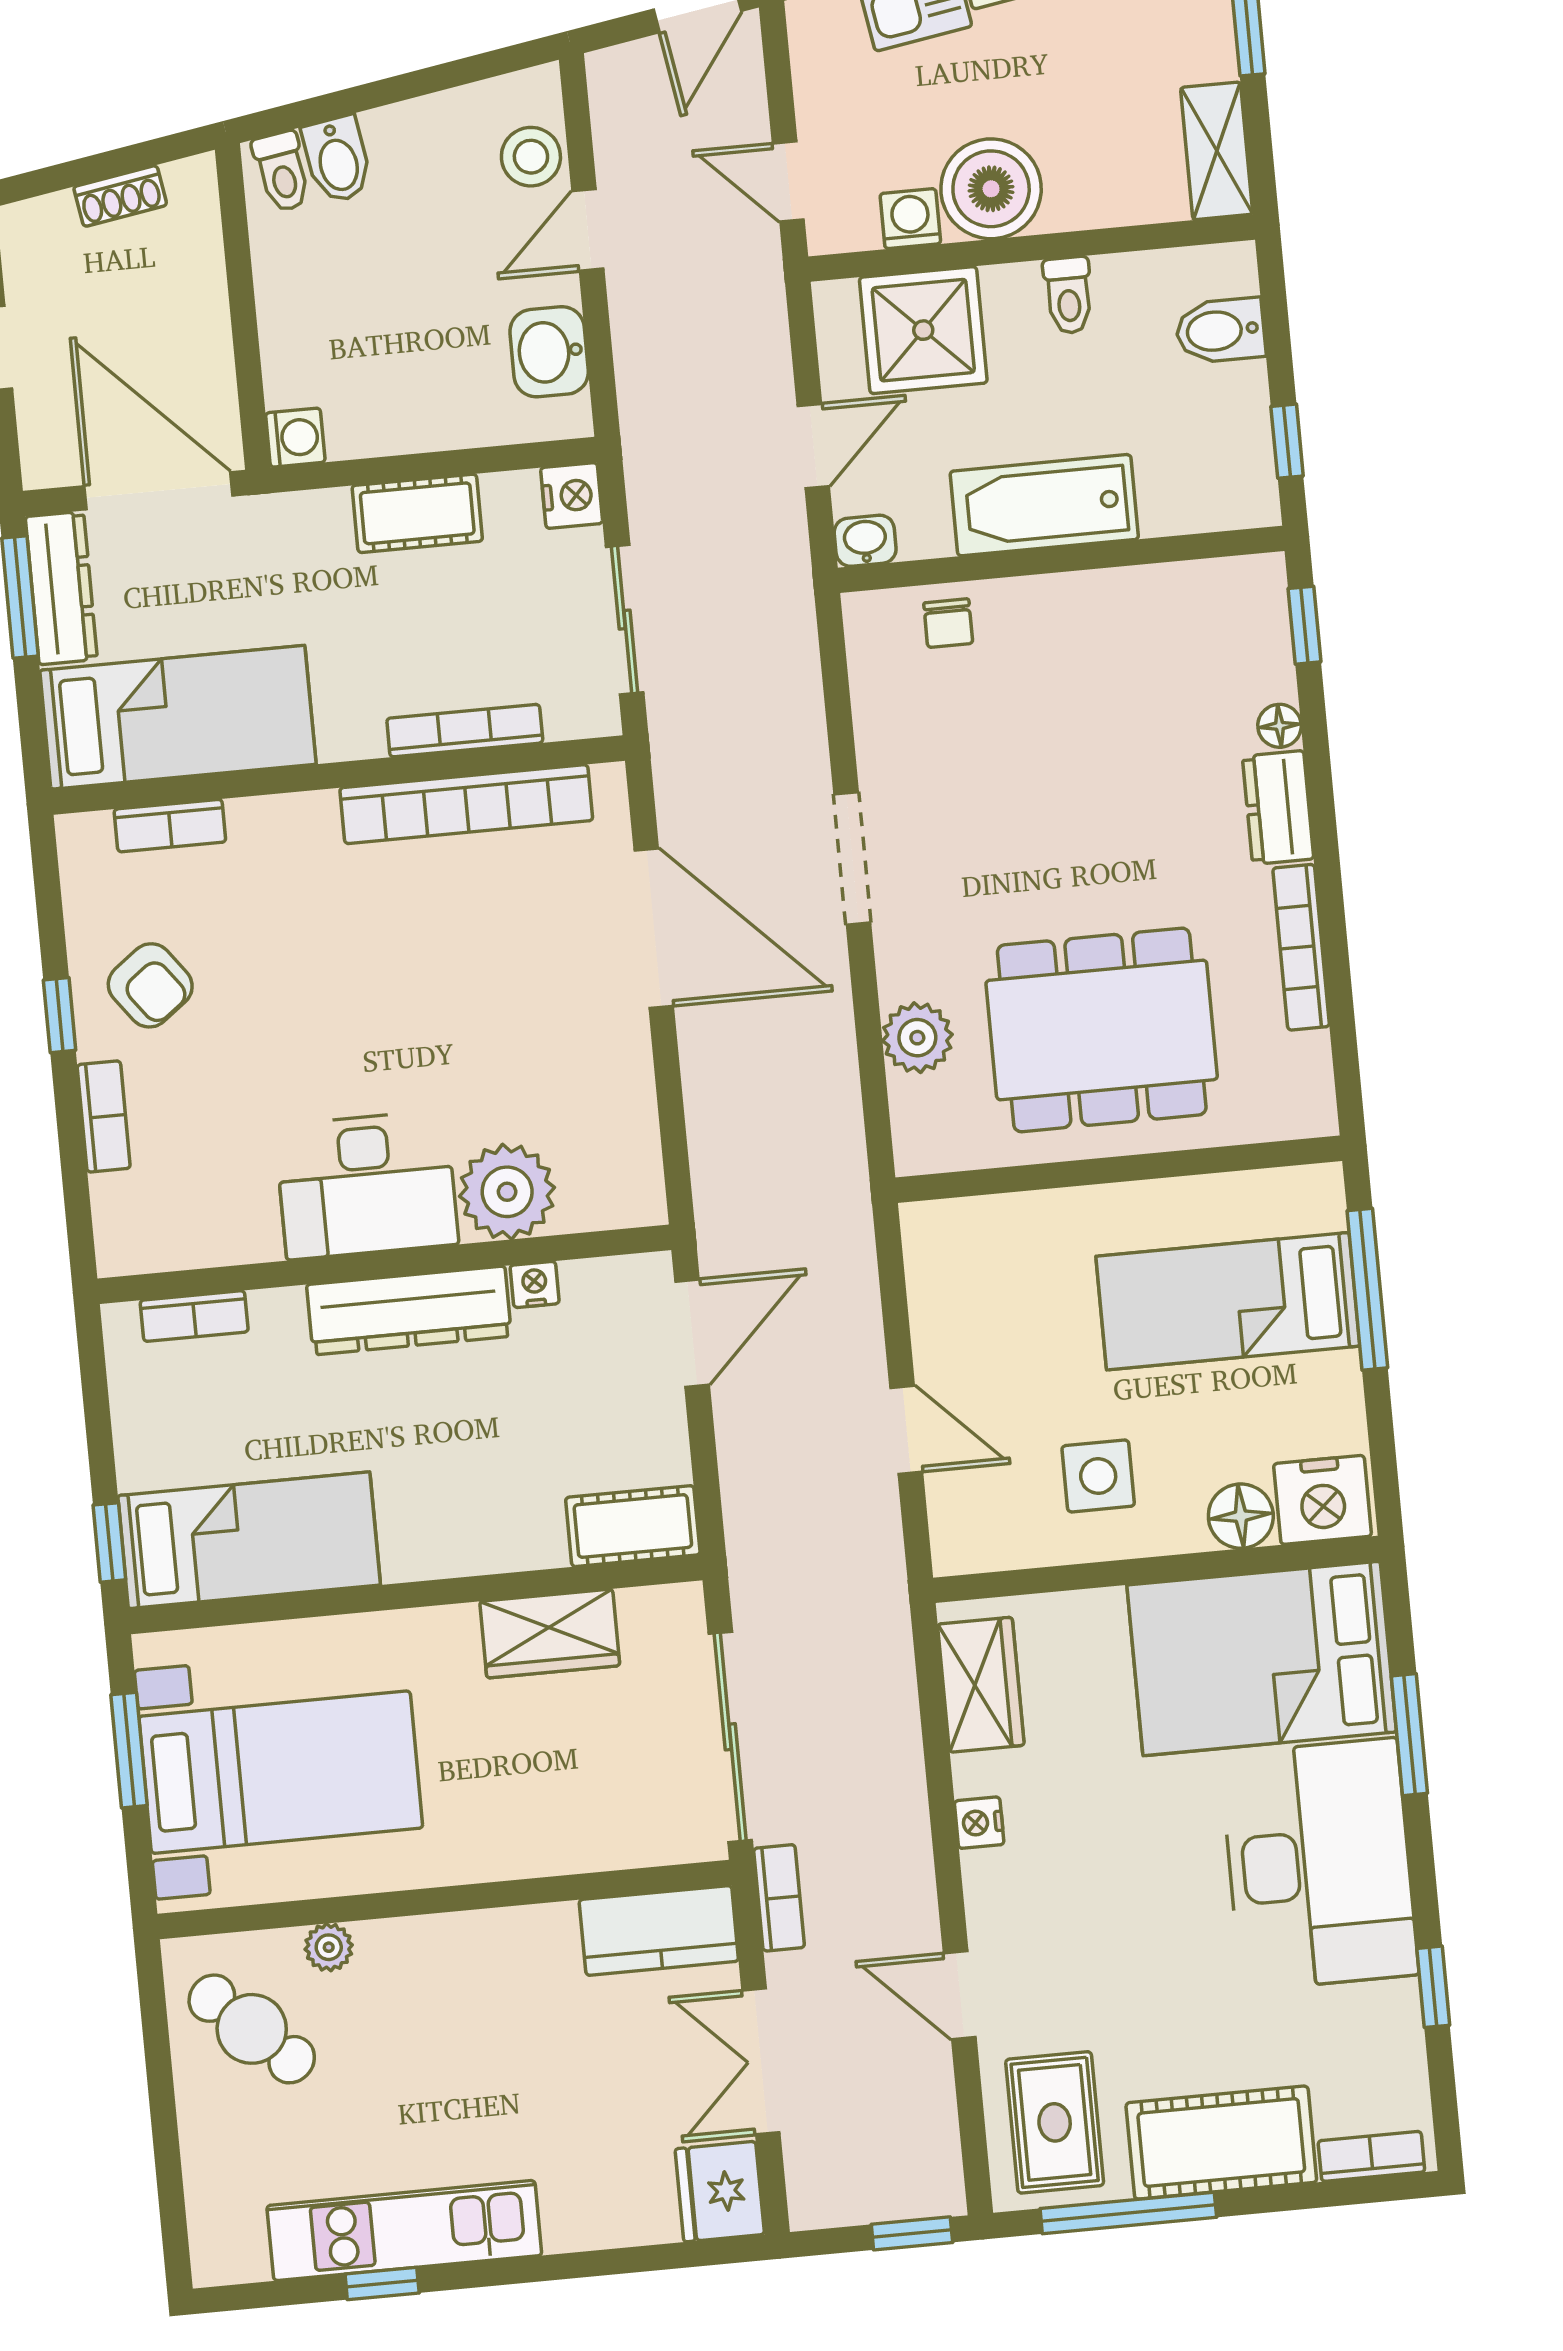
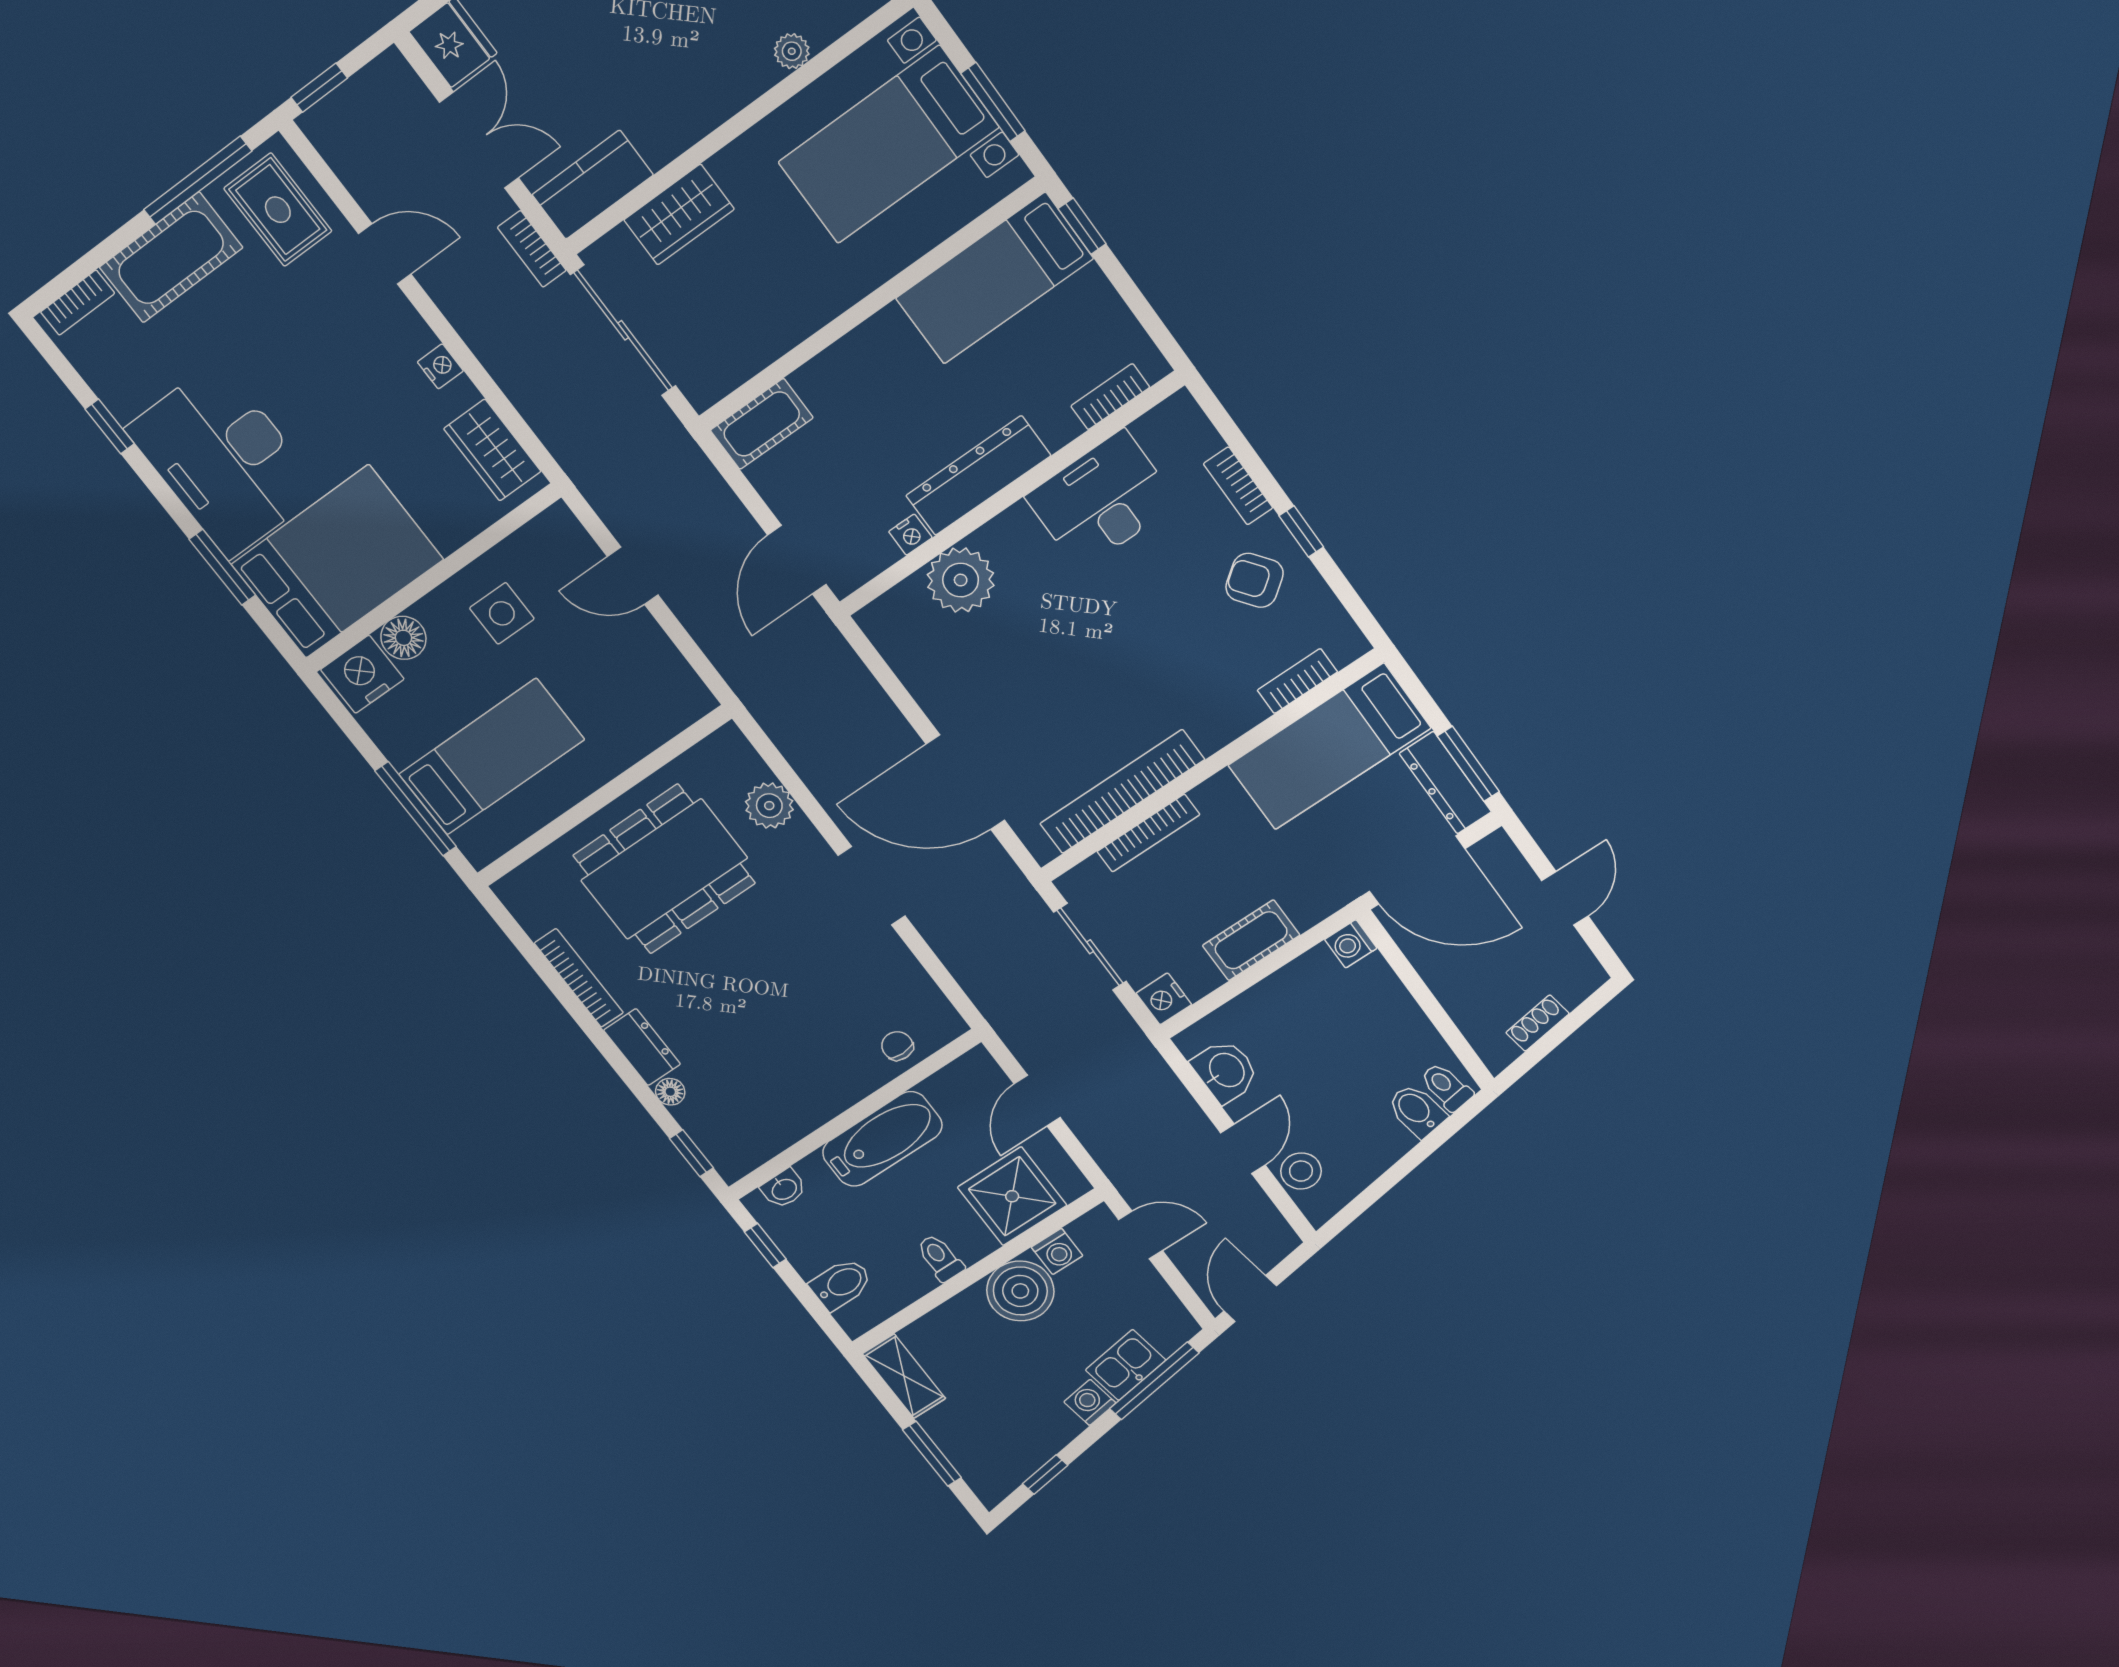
washbasin: (865, 541) -> (784, 1189), moved
desk: (367, 1185) -> (1102, 500), moved
wardrobe: (550, 1634) -> (679, 215), moved, turned 180

